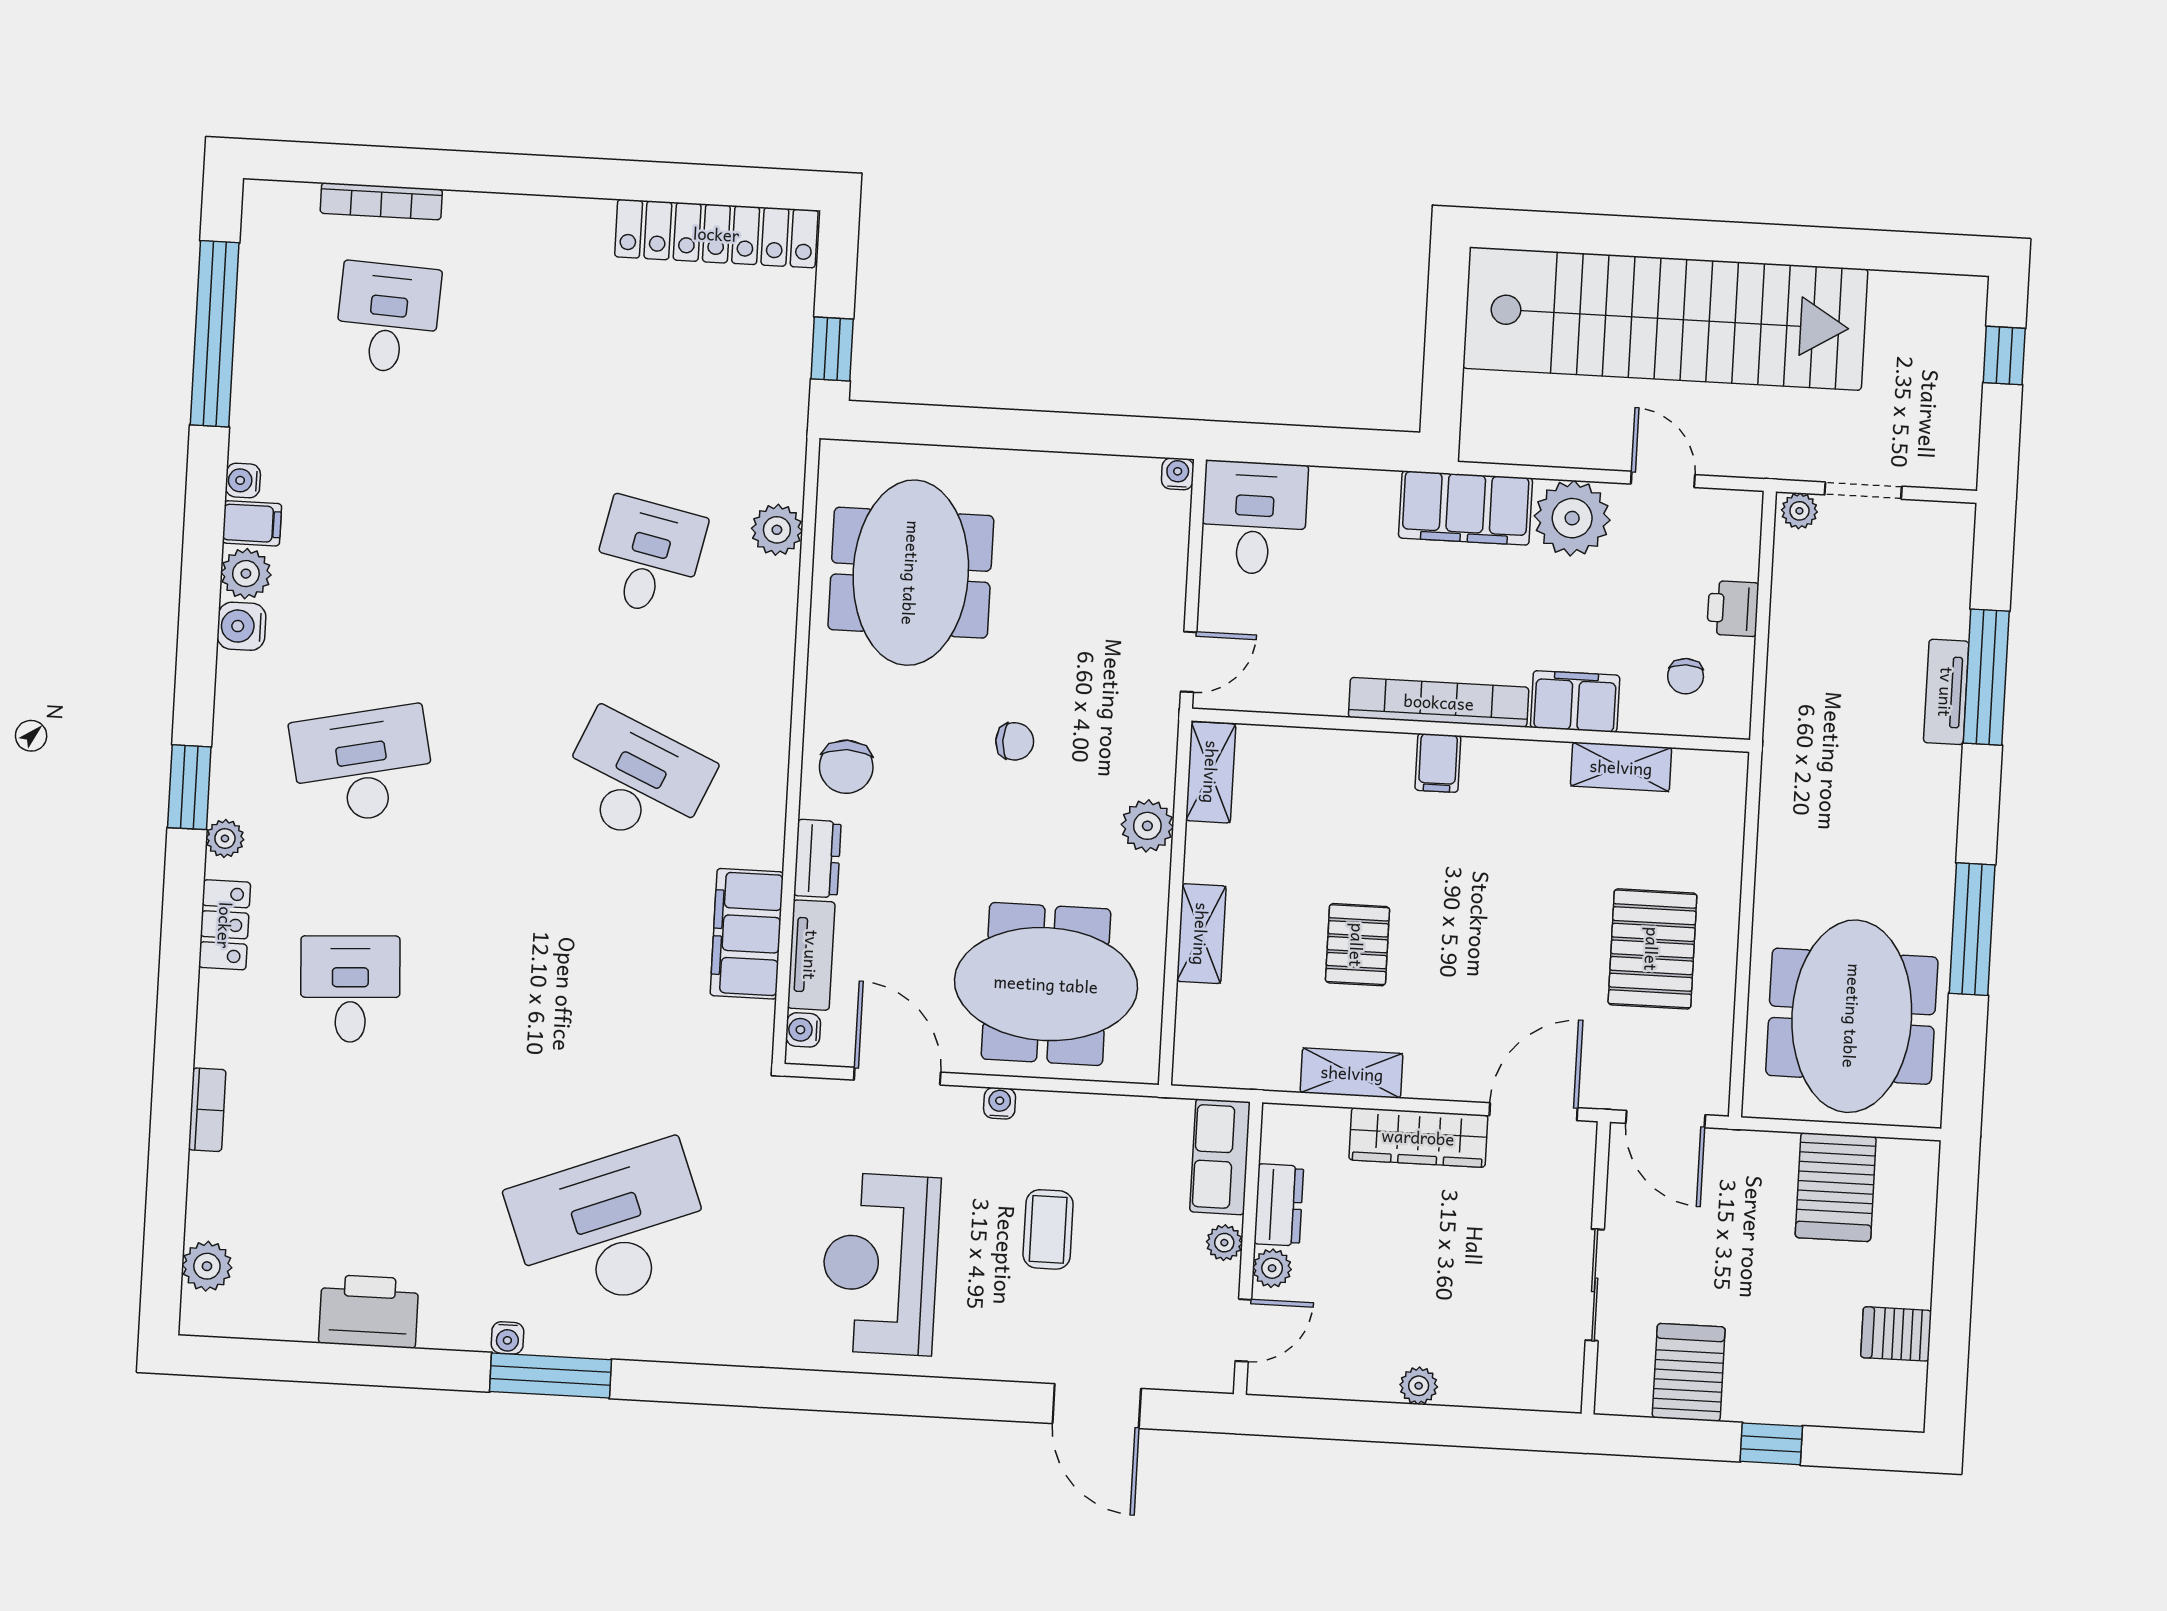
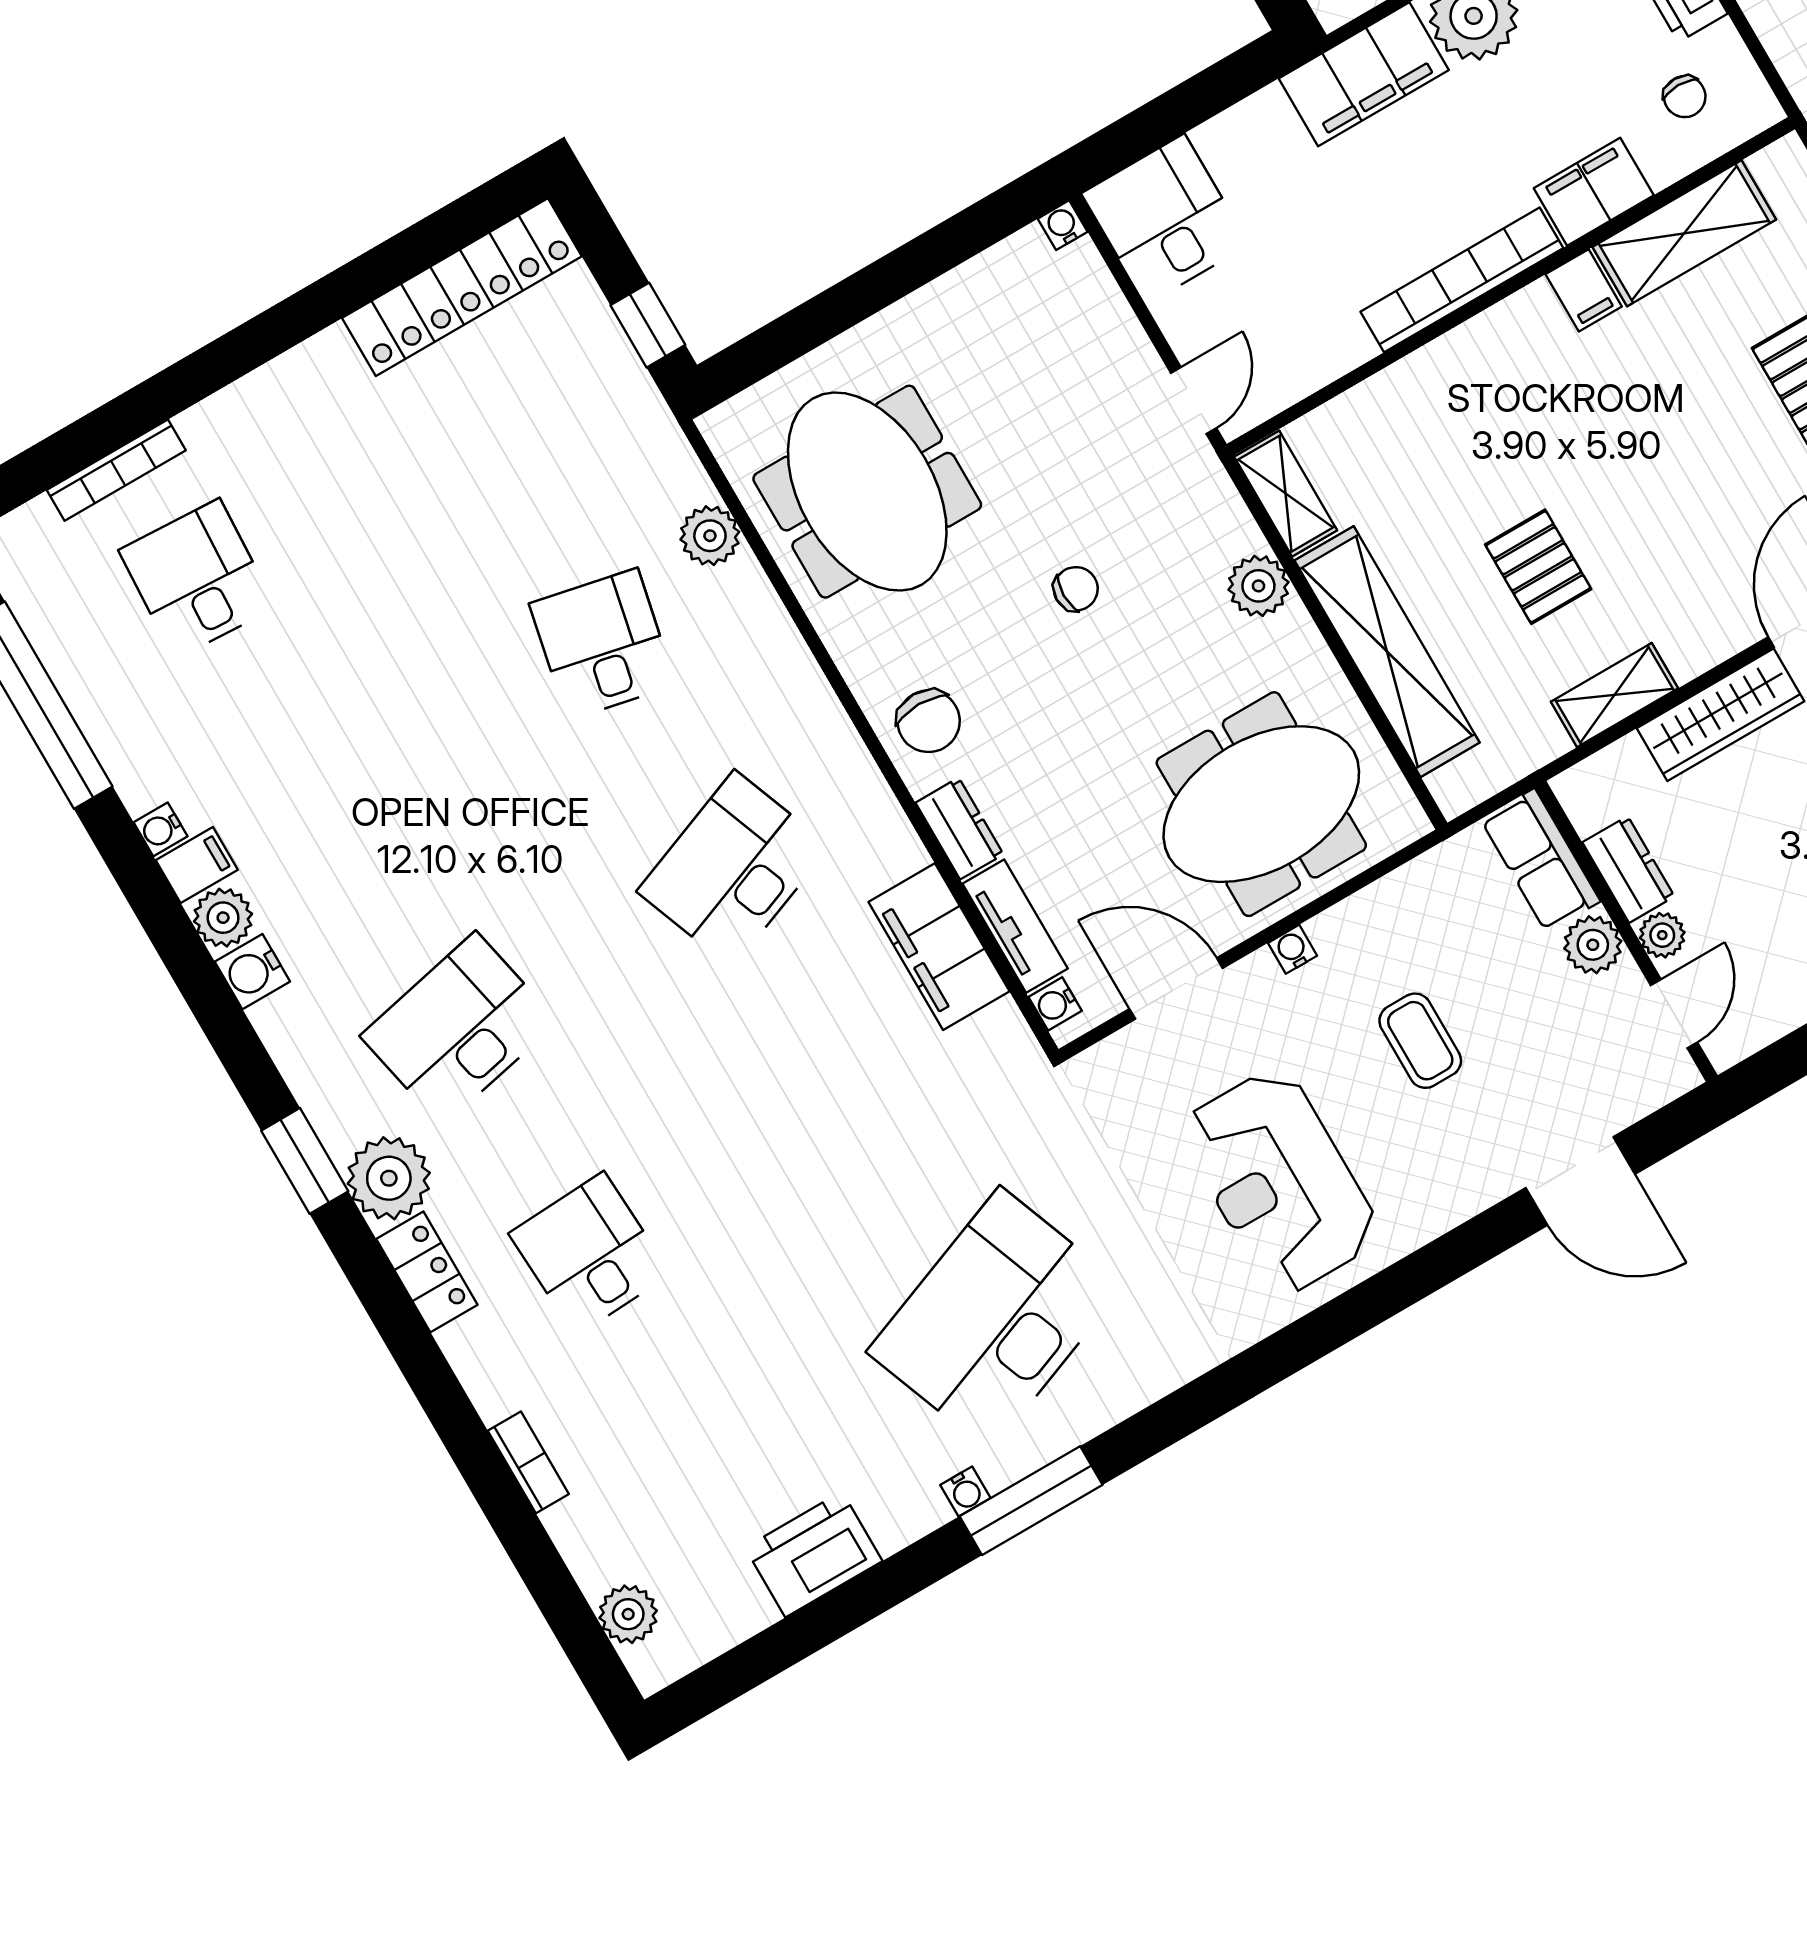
filing cabinet: (1438, 763) -> (1584, 290), moved
shelving: (1621, 767) -> (1684, 233), width x1.50, depth x1.33
desk: (636, 780) -> (733, 869), turned -45
plant: (225, 838) -> (389, 1178), width x1.88, depth x1.88
shelving: (1201, 934) -> (1387, 652), width x2.20, depth x1.33
plant: (1224, 1243) -> (1593, 945), width x1.38, depth x1.38

